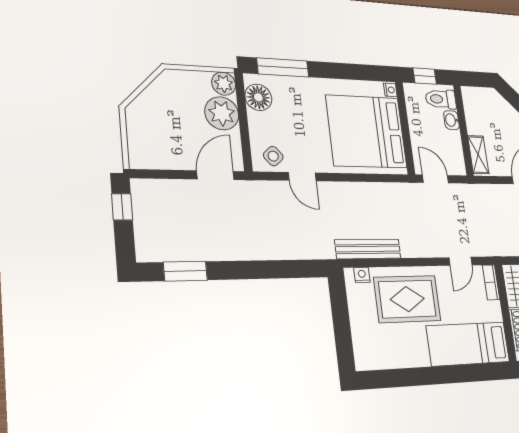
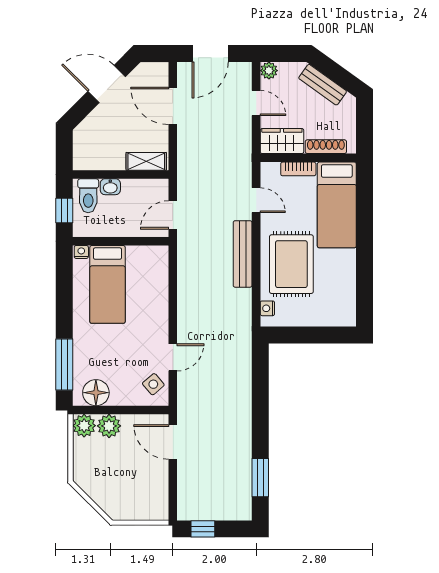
plant: (222, 113) -> (109, 426), width x0.73, depth x0.73
bed: (366, 132) -> (108, 284), width x0.49
bench: (368, 249) -> (243, 254), moved
bookcase: (491, 282) -> (298, 169), moved

